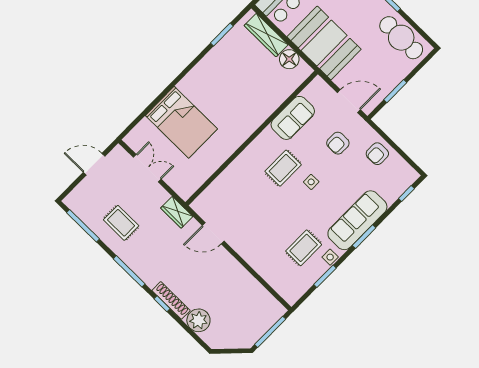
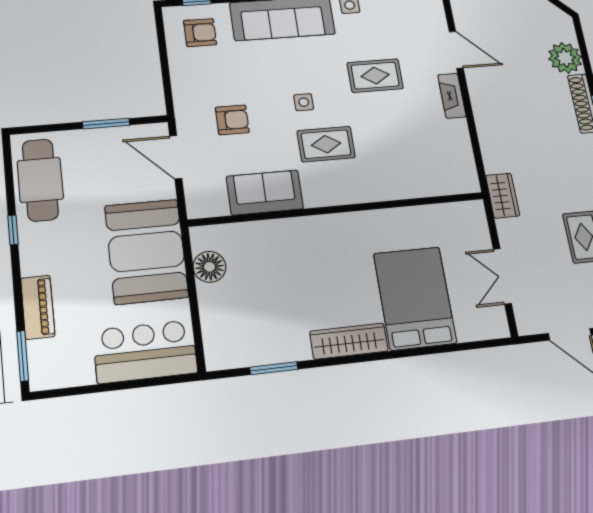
wardrobe: (266, 35) -> (349, 341), moved, turned -90
armchair: (377, 154) -> (200, 33), moved
door: (213, 233) -> (456, 50), moved
fireplace: (241, 248) -> (452, 96), added
rug: (304, 248) -> (375, 76), moved

